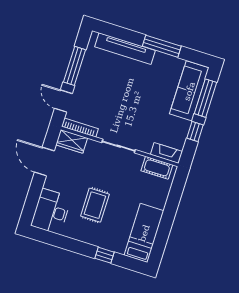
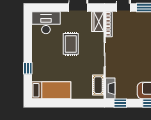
window: (195, 131) -> (120, 103), moved
rug: (95, 205) -> (71, 44), moved, turned 90

